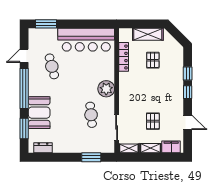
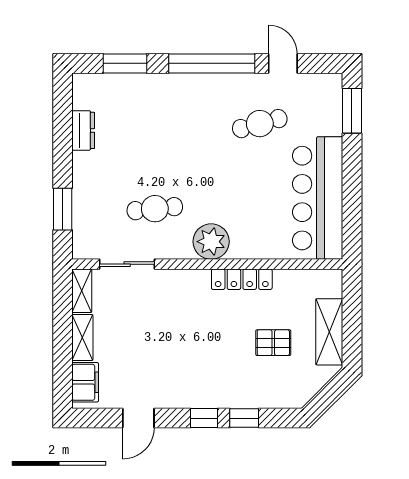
locker: (124, 57) -> (242, 279), moved
booth: (39, 113) -> (159, 96), removed
pallet: (153, 121) -> (141, 343), removed
dresser: (43, 148) -> (83, 130), moved

